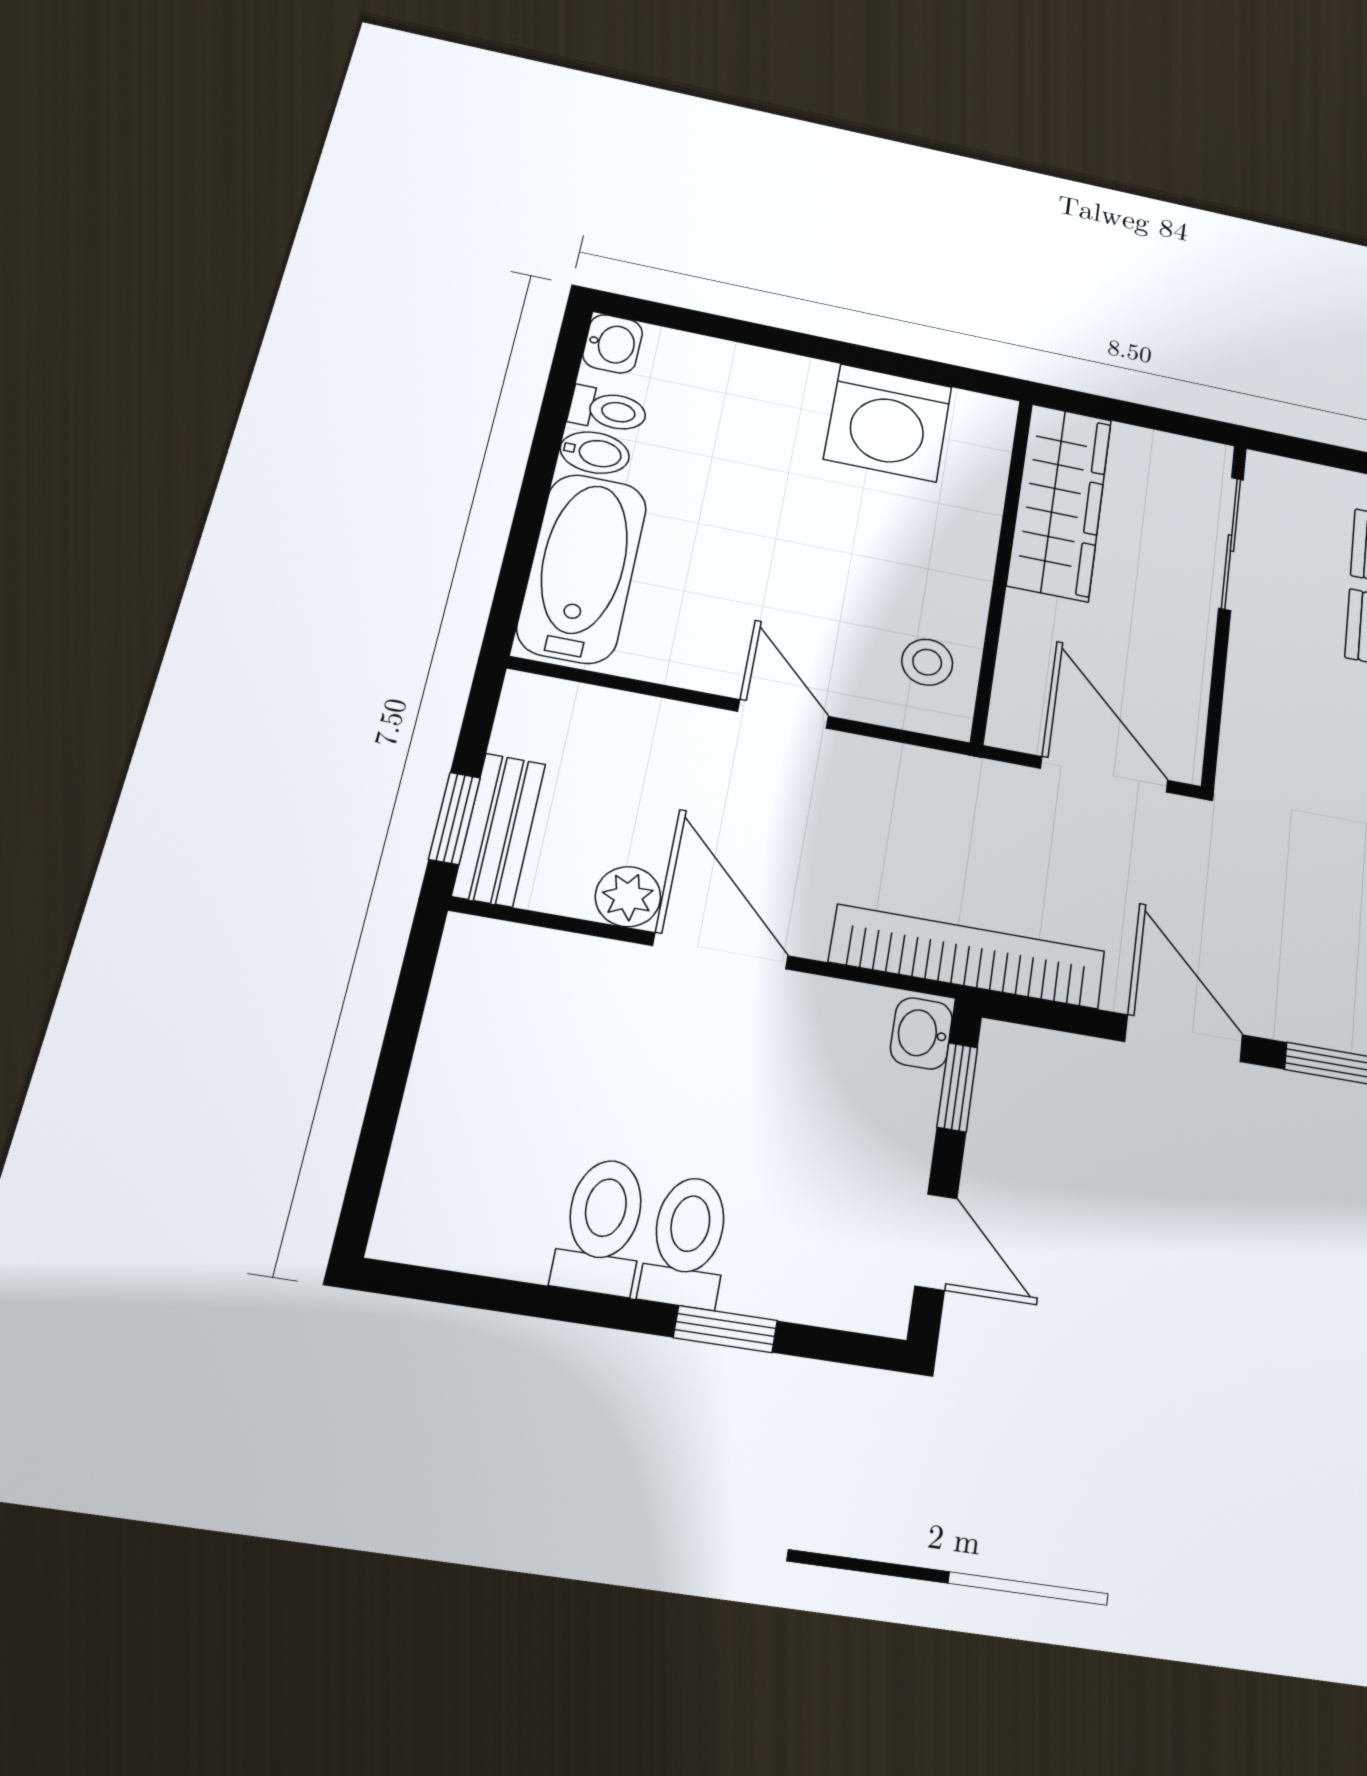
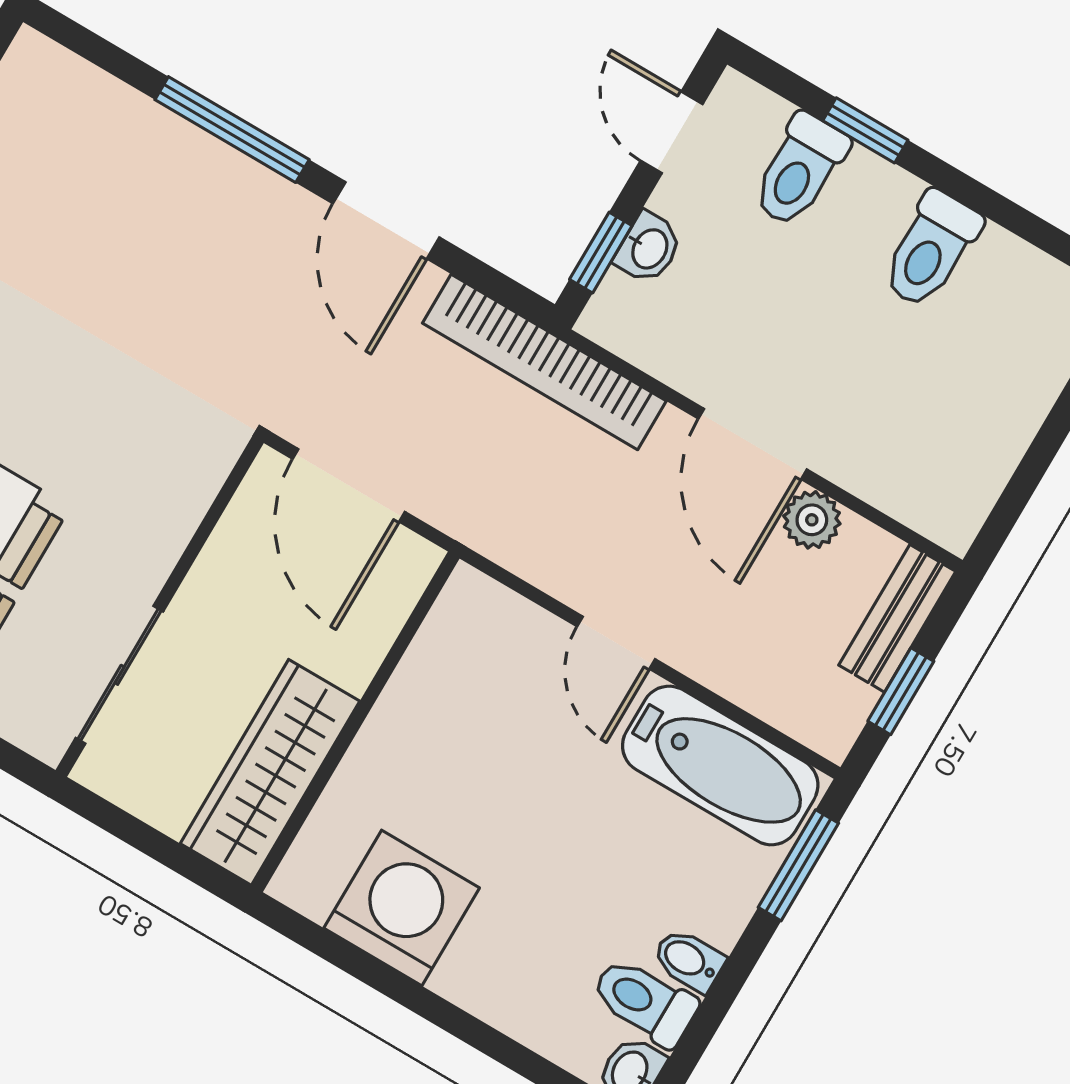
toilet: (608, 410) -> (644, 1002), width x1.37, depth x1.39
window: (516, 566) -> (798, 865), added
bathtub: (582, 568) -> (720, 765), moved, turned -90
stool: (927, 662) -> (466, 649), removed
window: (454, 818) -> (901, 691), moved
washbasin: (921, 1033) -> (649, 248), moved
toilet: (687, 1241) -> (800, 170), moved

